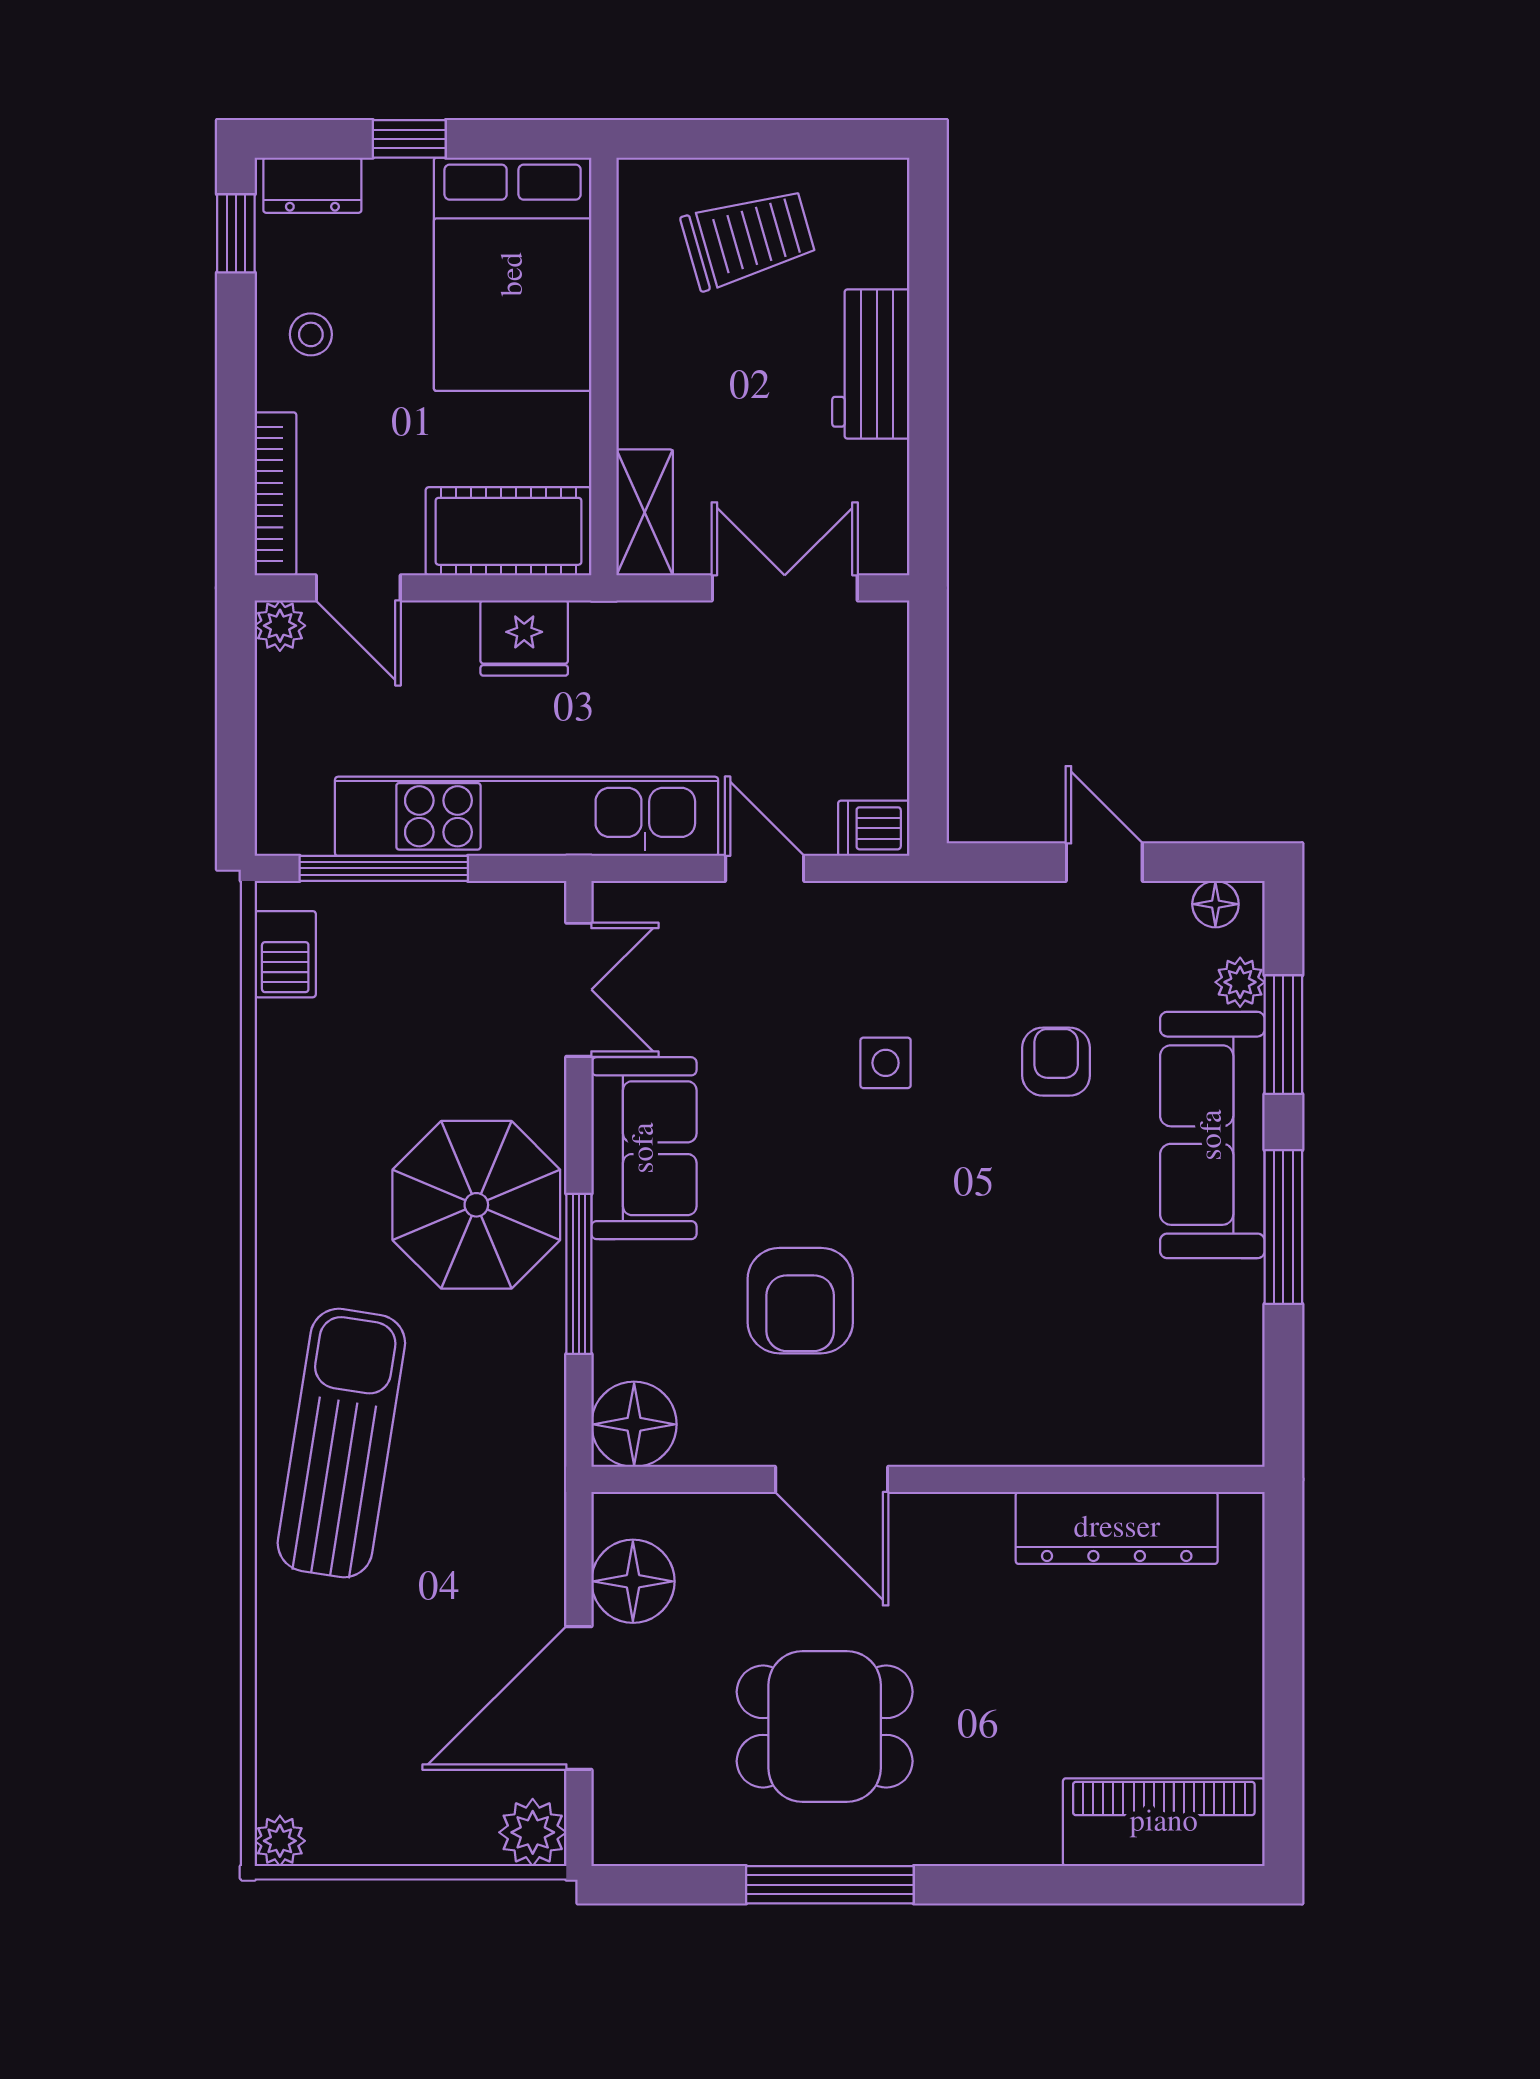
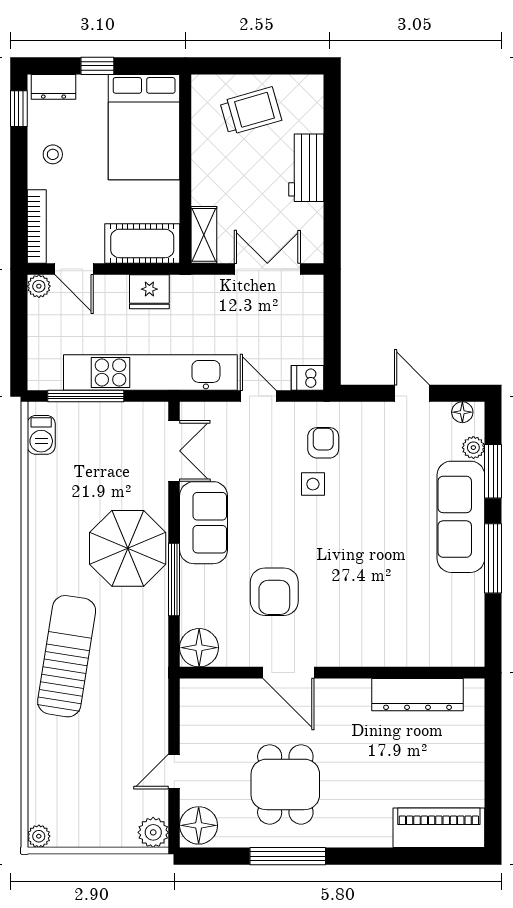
armchair: (1056, 1062) -> (323, 443), moved
floor lamp: (633, 1581) -> (199, 825), moved
door: (579, 1698) -> (174, 772), width x0.53
dining table: (825, 1727) -> (285, 784), turned 90

